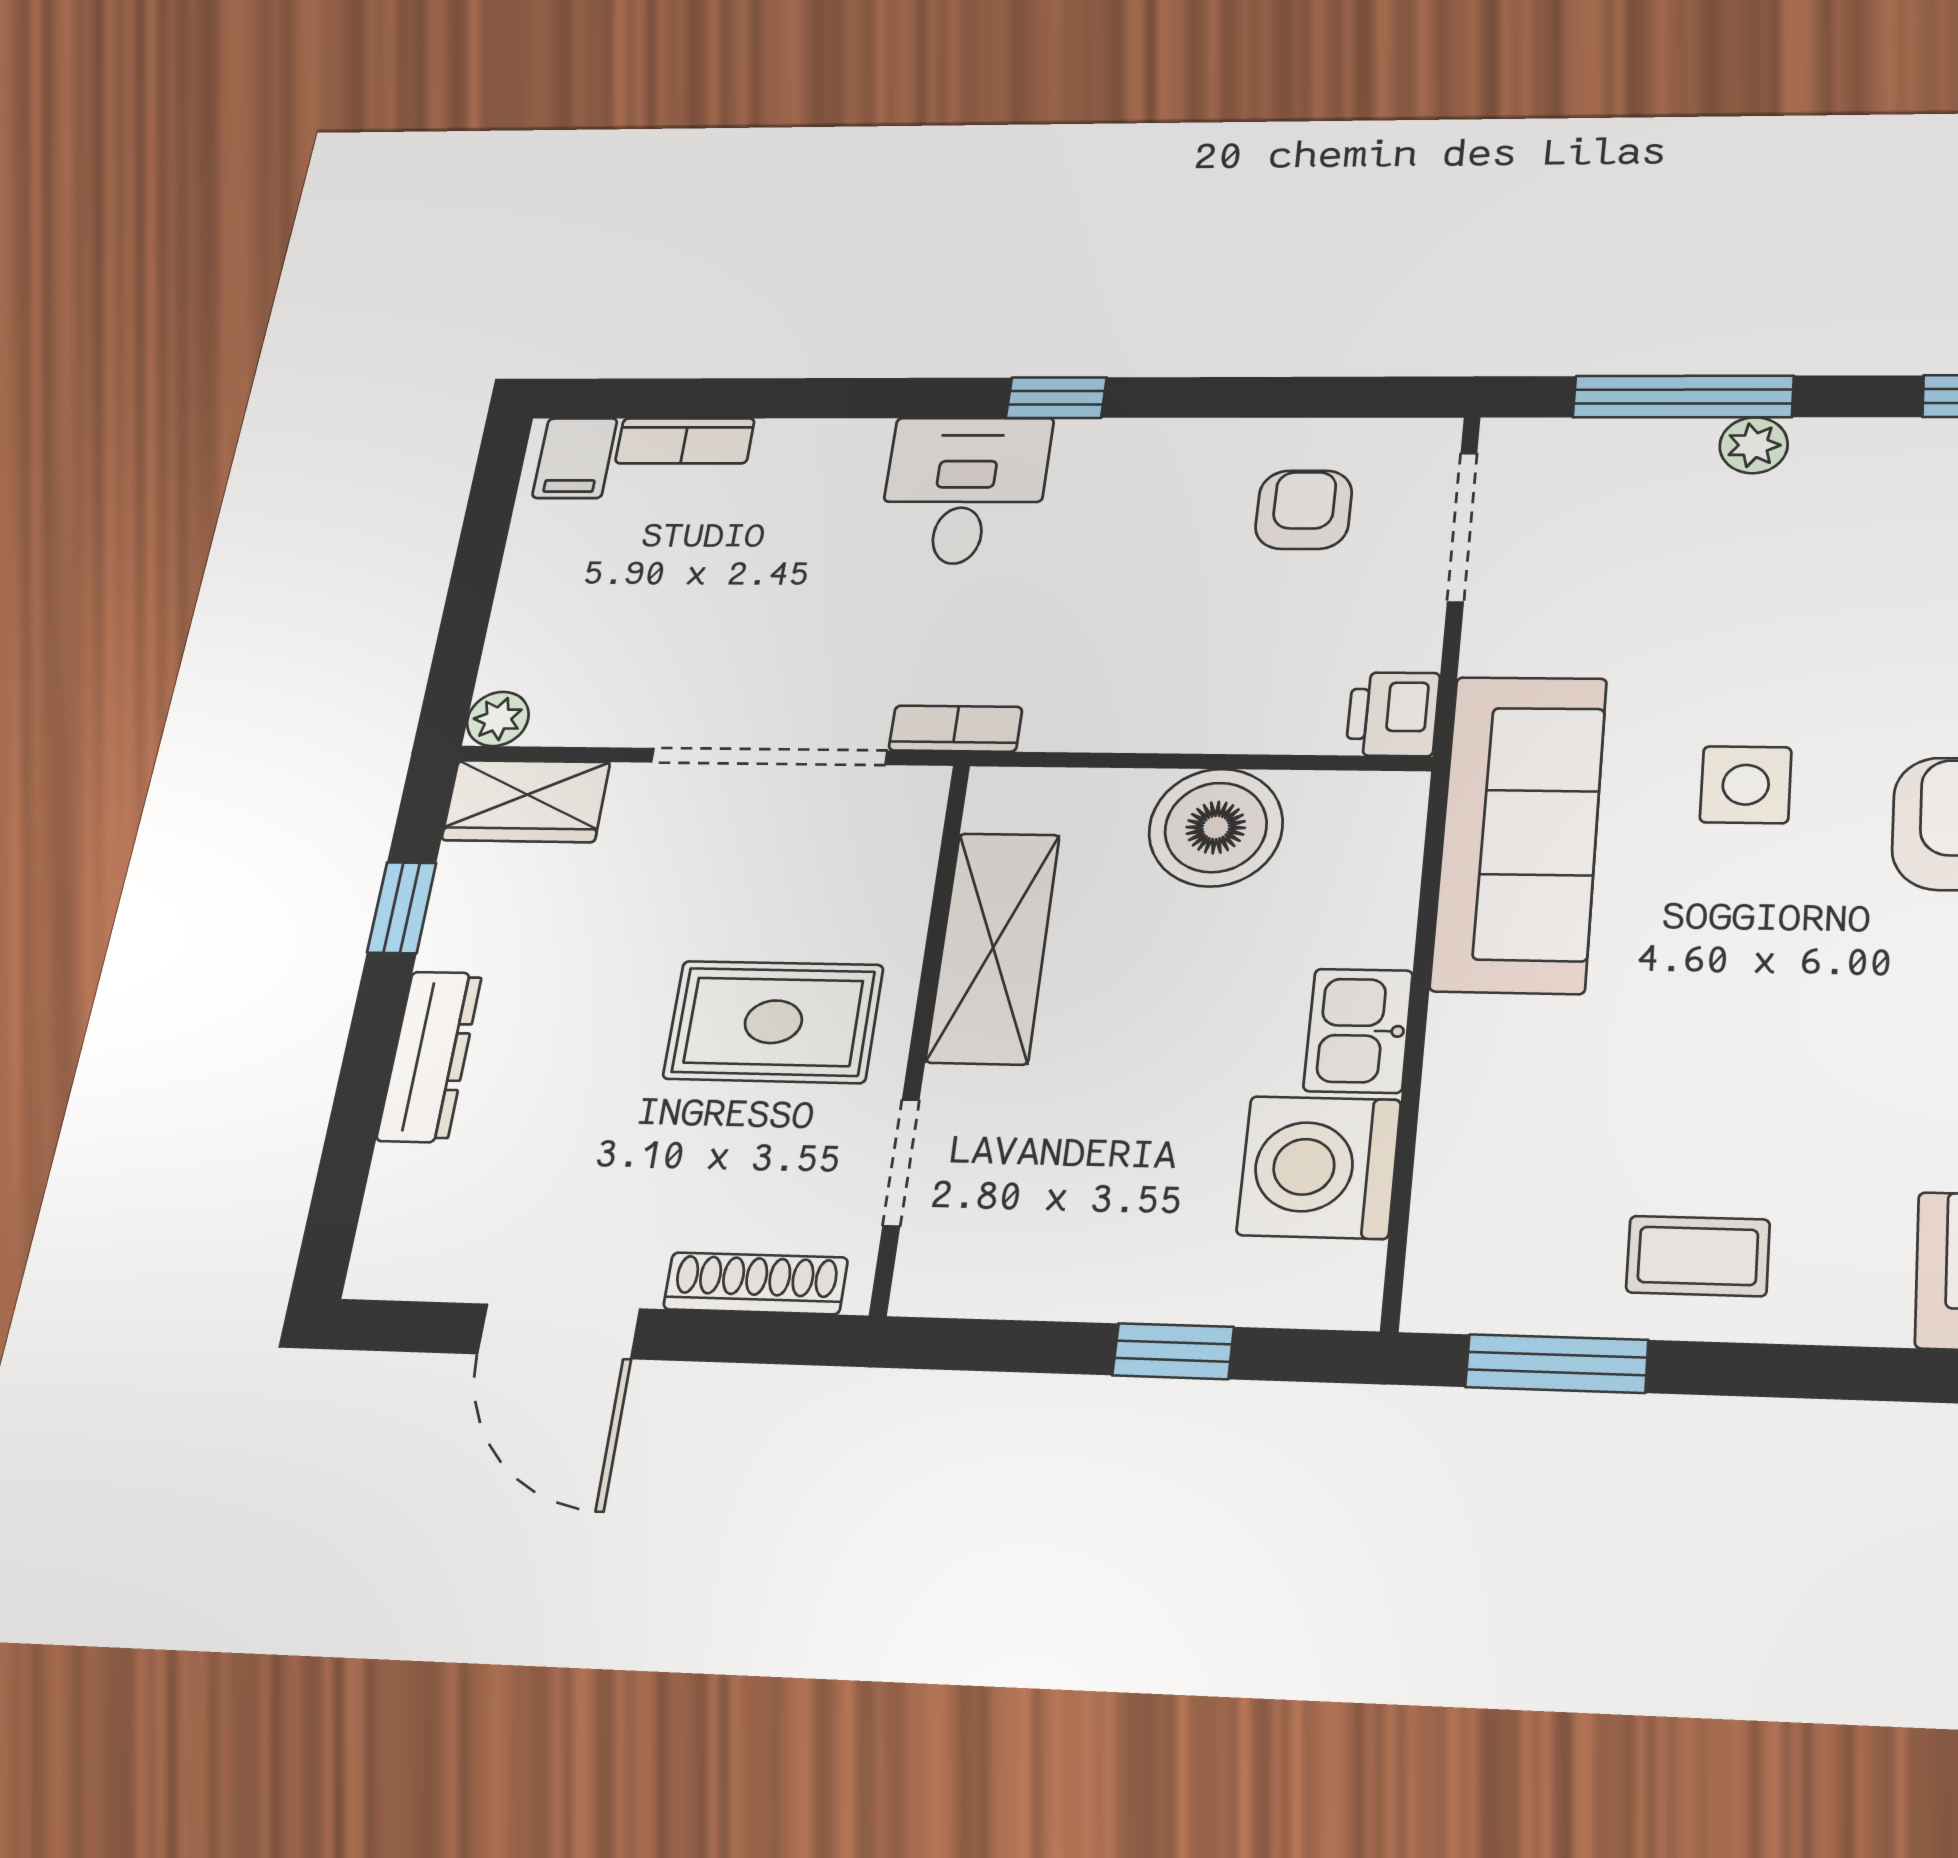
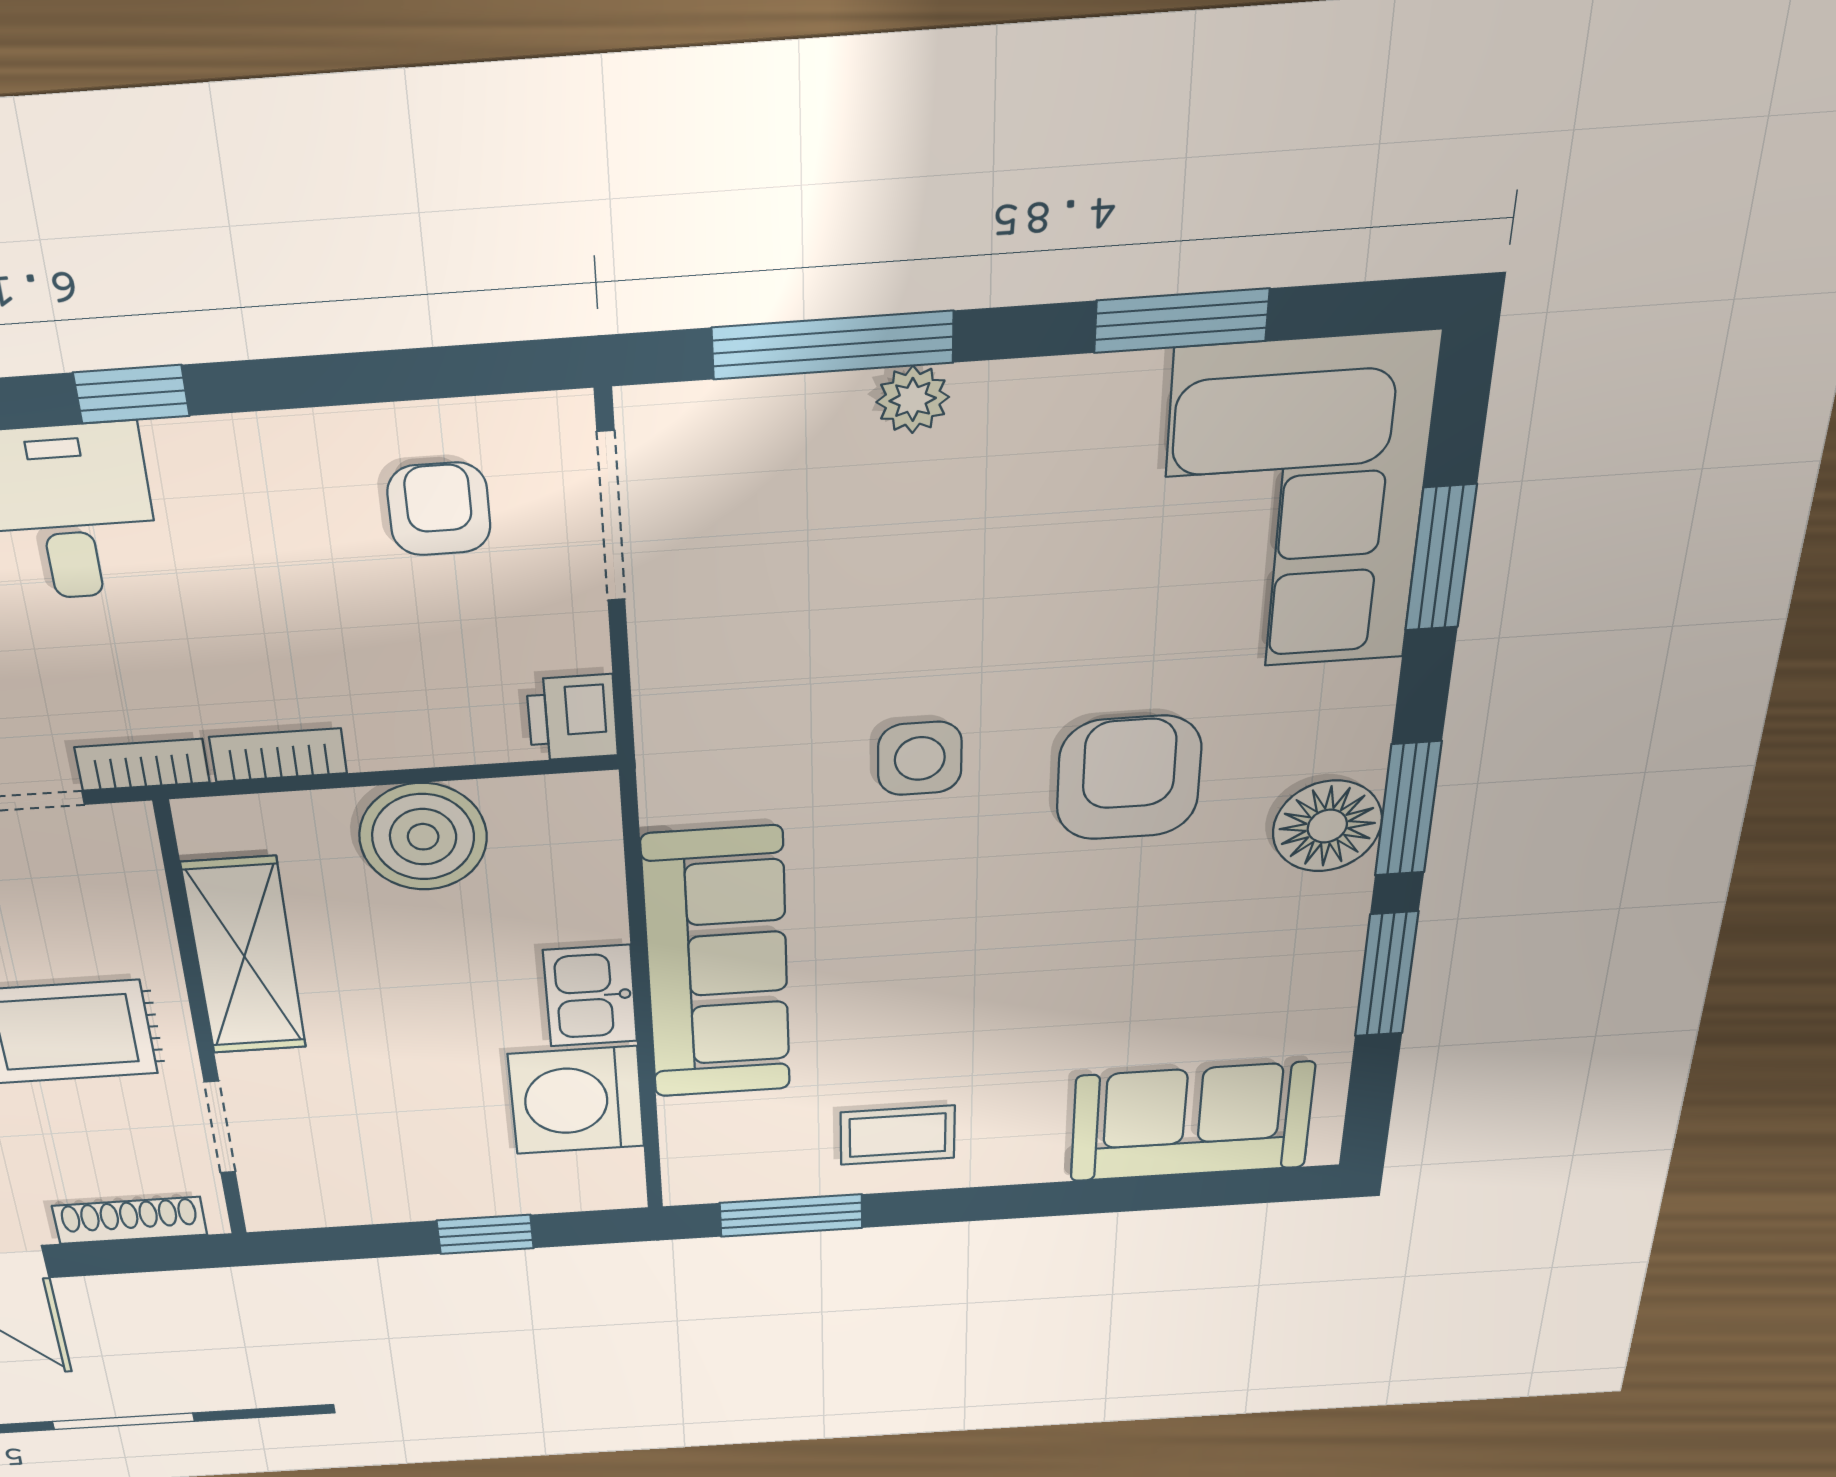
bookcase: (1092, 729) -> (278, 755), added
sofa: (1519, 832) -> (717, 965), moved

